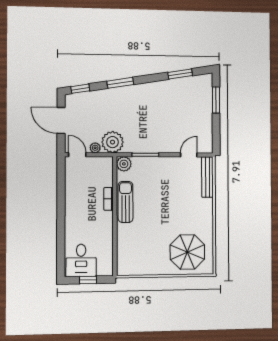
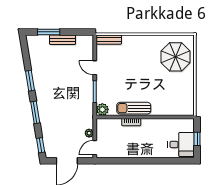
window: (180, 74) -> (30, 81), moved
bench: (207, 116) -> (63, 40), added
plant: (113, 142) -> (84, 119), removed
door: (189, 155) -> (95, 68), moved
bench: (207, 177) -> (109, 40), width x0.73

